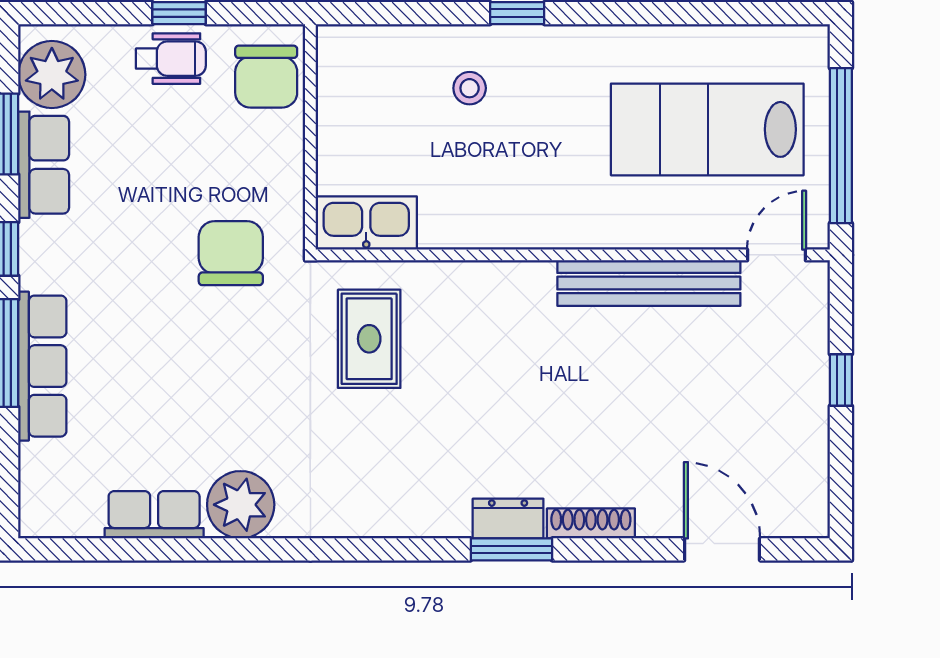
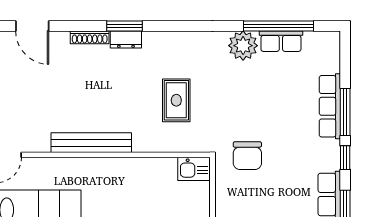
kitchen sink: (366, 223) -> (194, 169), width x0.73
bench: (649, 283) -> (91, 143), moved
rug: (369, 339) -> (176, 100), moved
window: (159, 549) -> (279, 26), added

